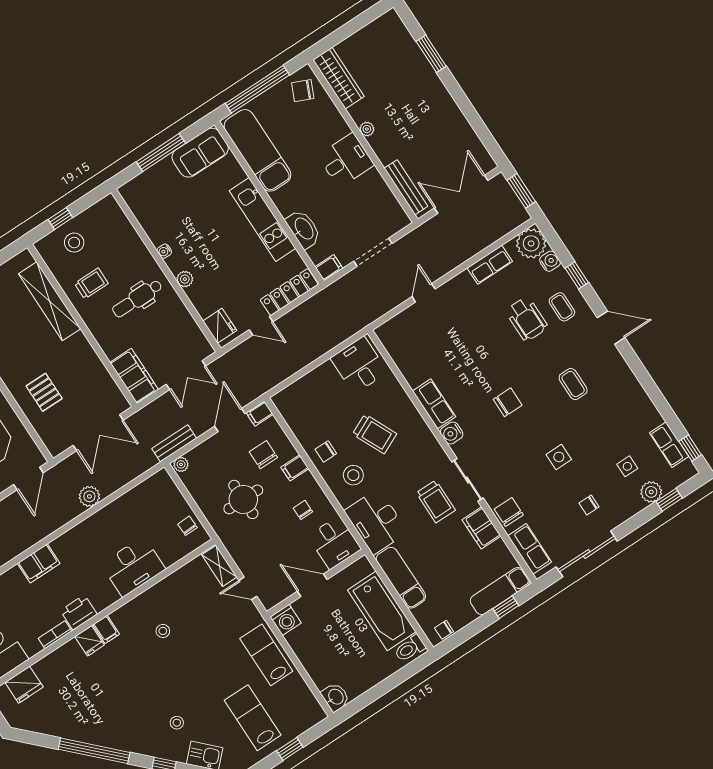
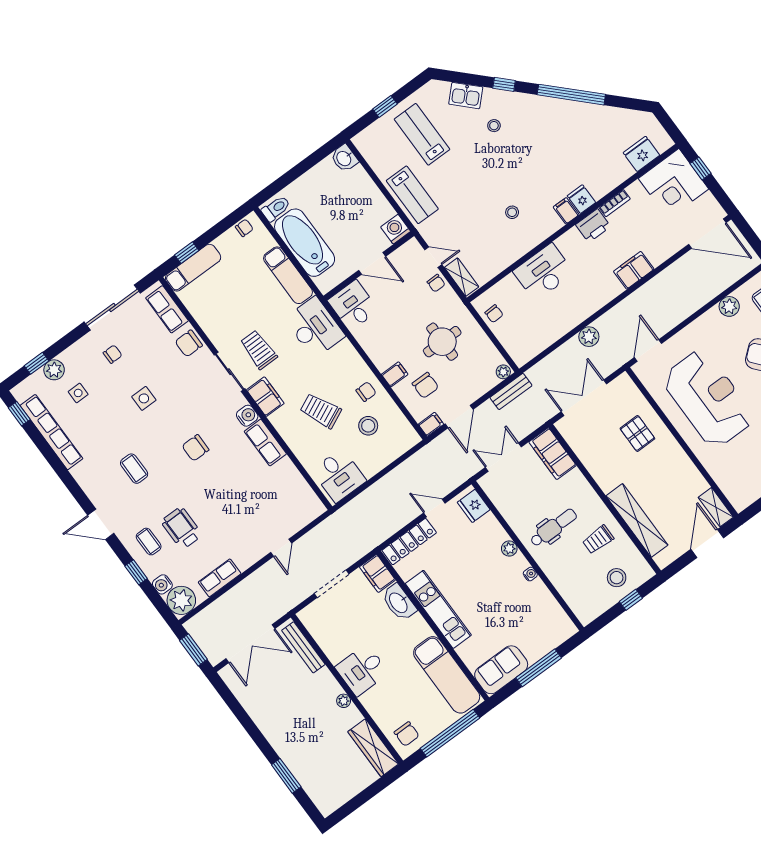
chair: (303, 91) -> (407, 734), turned 66
filing cabinet: (329, 268) -> (377, 573), width x2.00
row of seats: (669, 445) -> (51, 432), width x2.02
stool: (353, 475) -> (368, 426), moved
chair: (303, 510) -> (436, 283), moved
chair: (509, 512) -> (189, 343), turned 90
filing cabinet: (481, 528) -> (265, 397), moved
lab bench: (253, 718) -> (422, 134), turned 180

